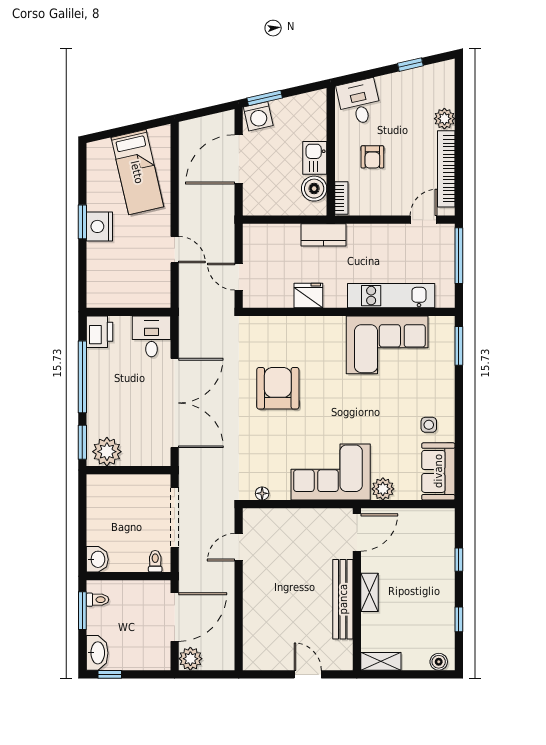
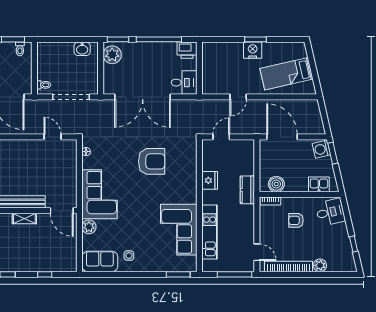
kitchen sink: (315, 158) -> (319, 184), moved
door: (239, 159) -> (282, 137), moved
washbasin: (97, 559) -> (82, 49), moved

